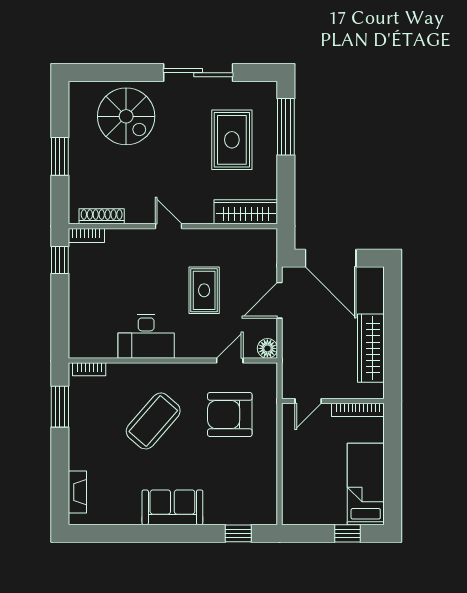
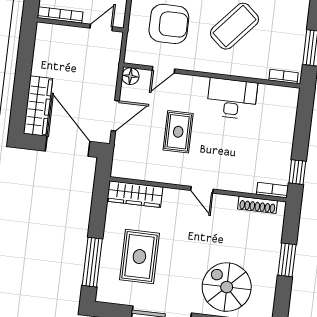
wardrobe: (371, 348) -> (38, 106), moved

